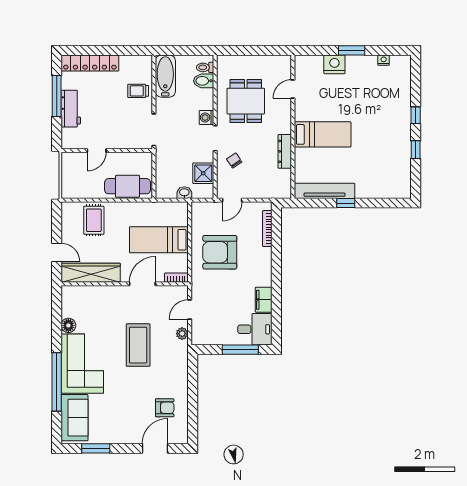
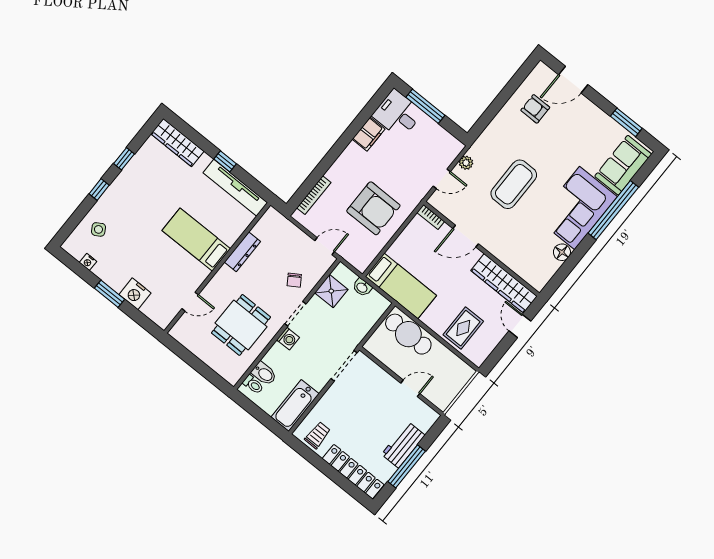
side table: (394, 88) -> (98, 229), added
trolley: (138, 91) -> (318, 435), moved, turned -90
wardrobe: (388, 190) -> (177, 143), added
bed: (159, 240) -> (401, 286), moved

